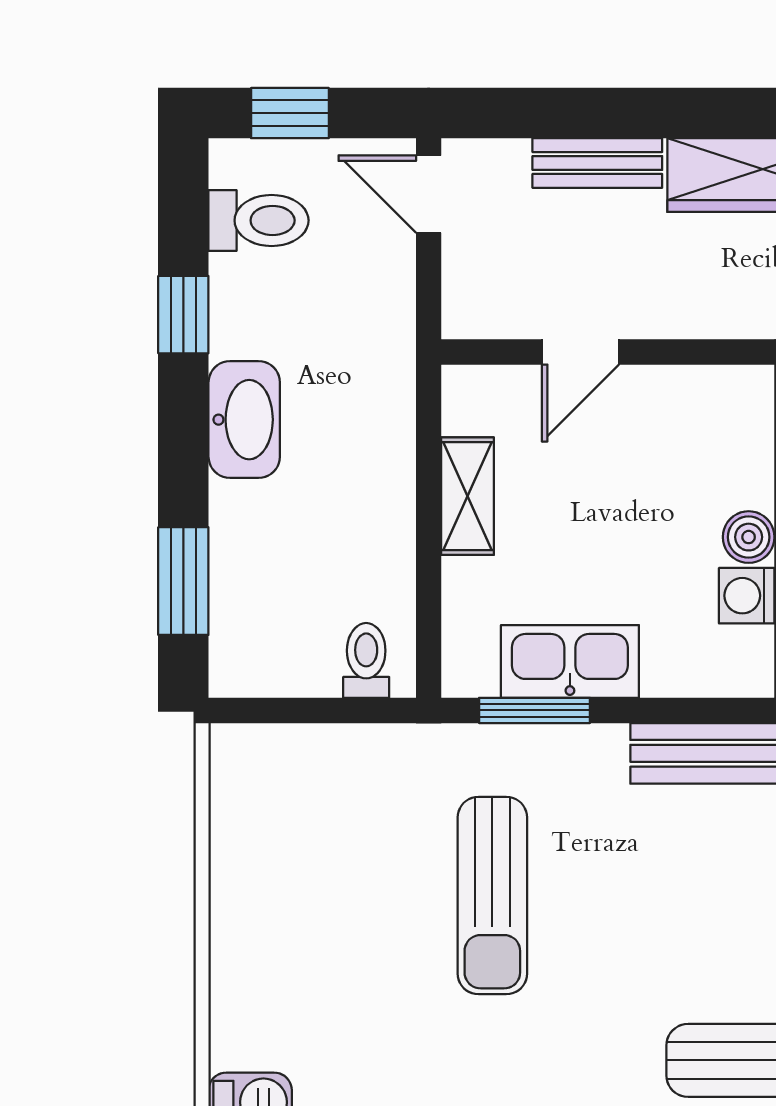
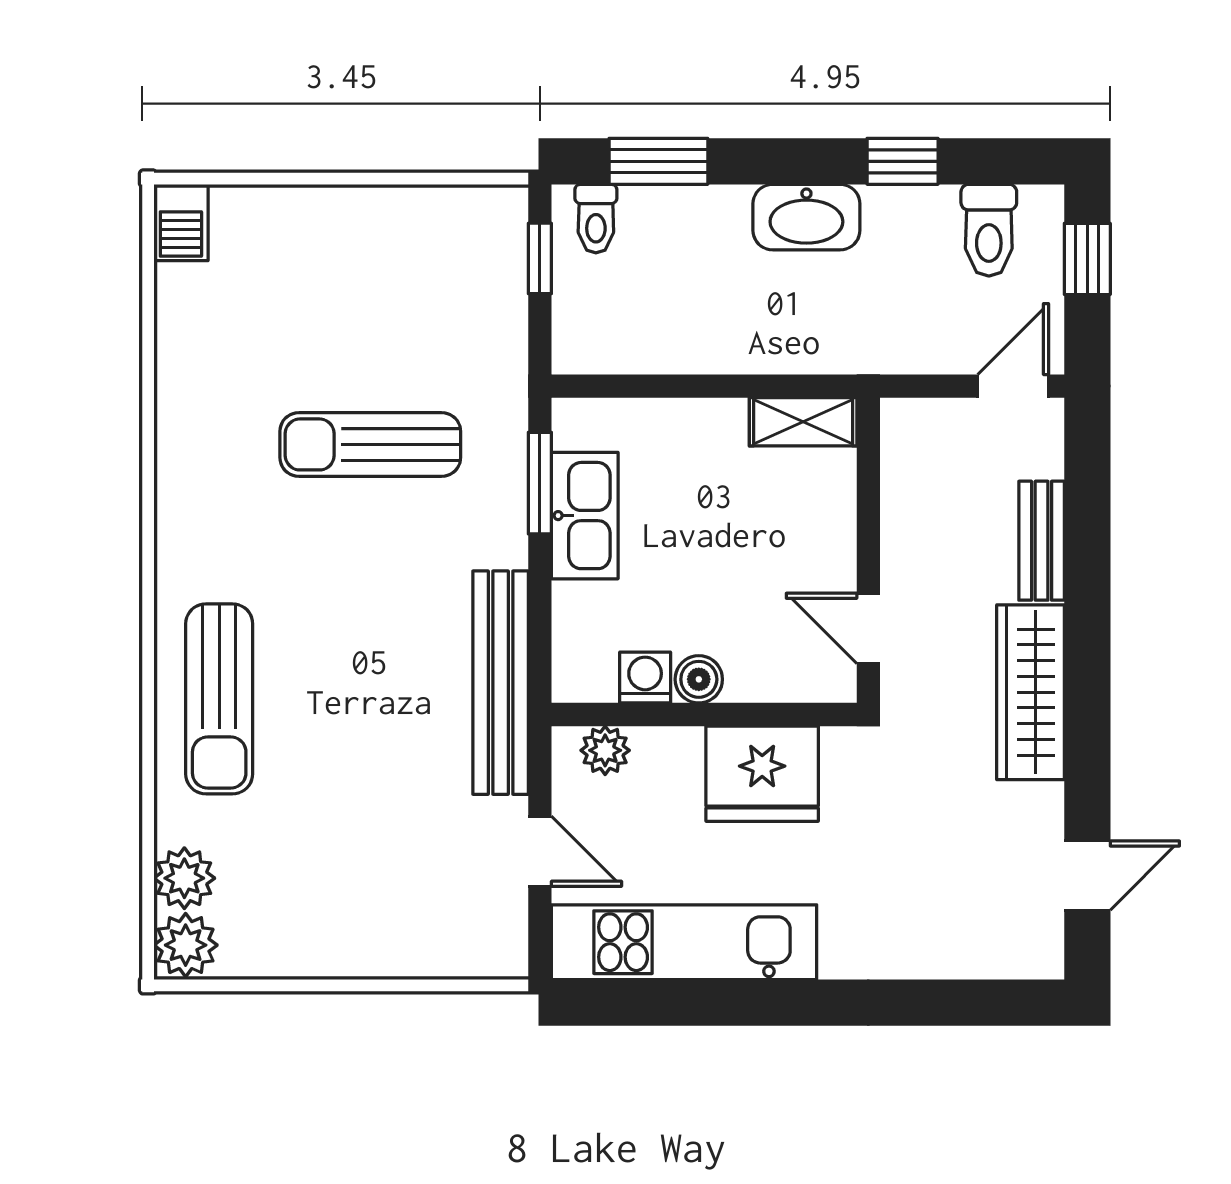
door: (580, 352) -> (868, 628), moved
shelving: (468, 496) -> (803, 422), moved
toilet: (366, 660) -> (596, 219), moved, turned 90
window: (289, 710) -> (540, 258), added

